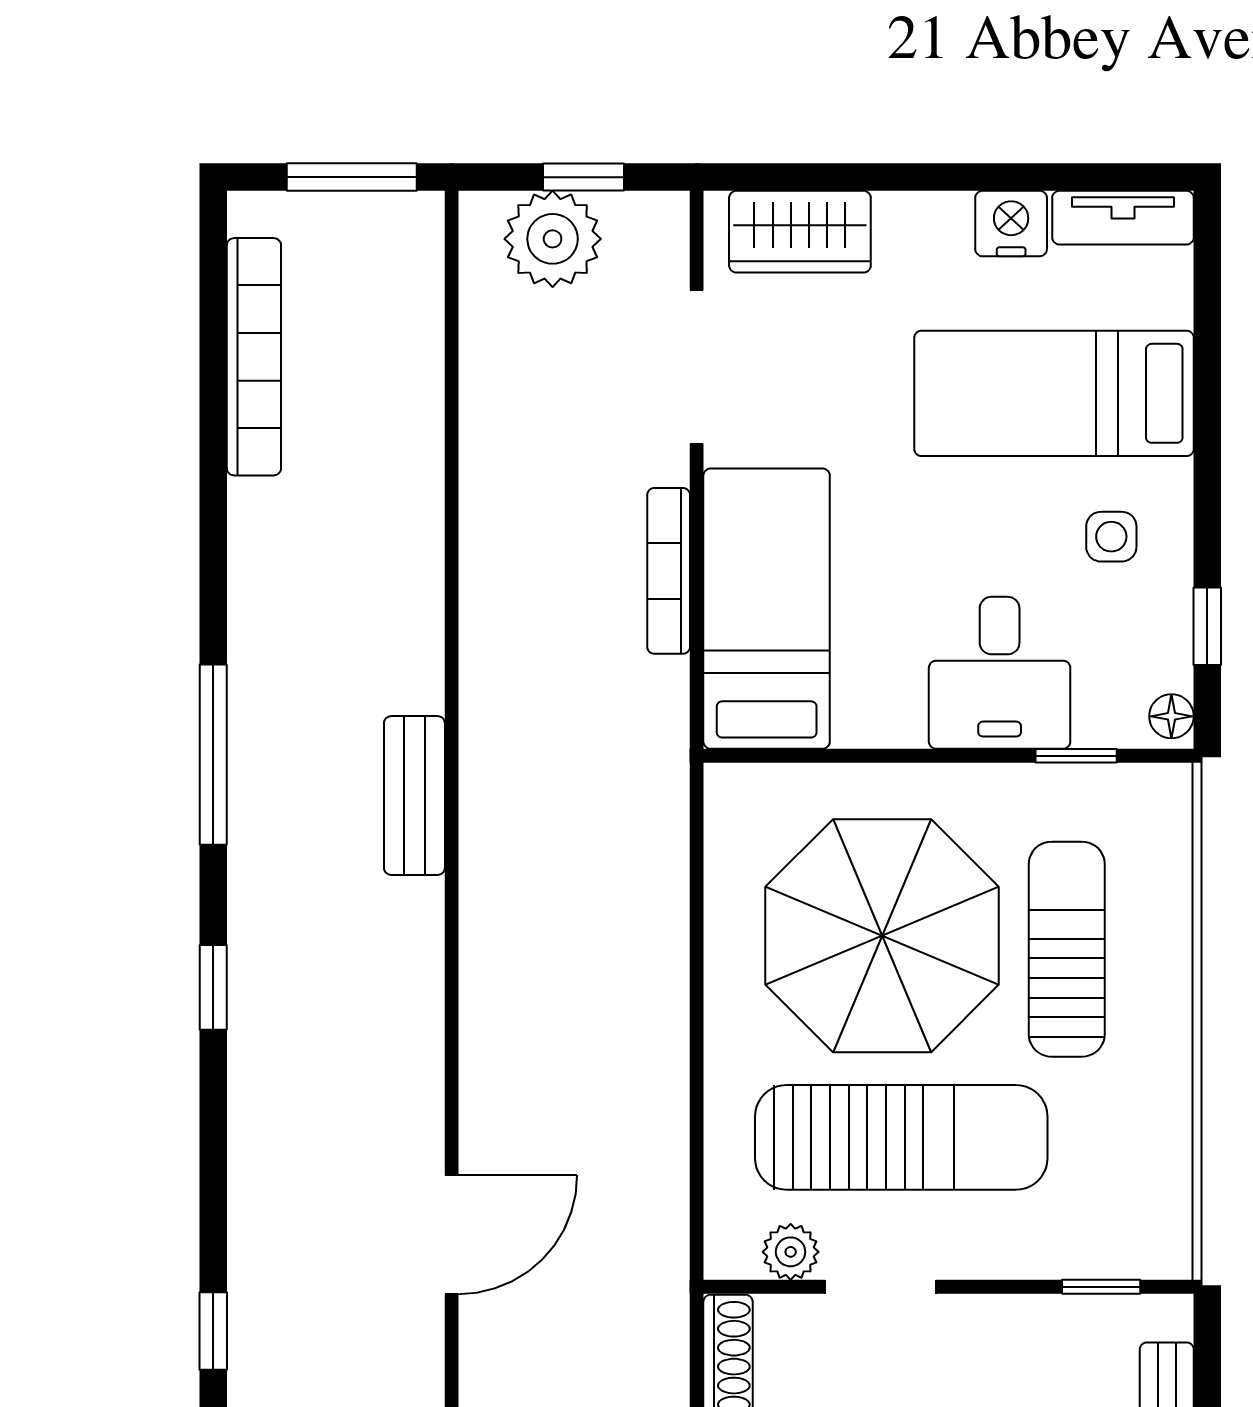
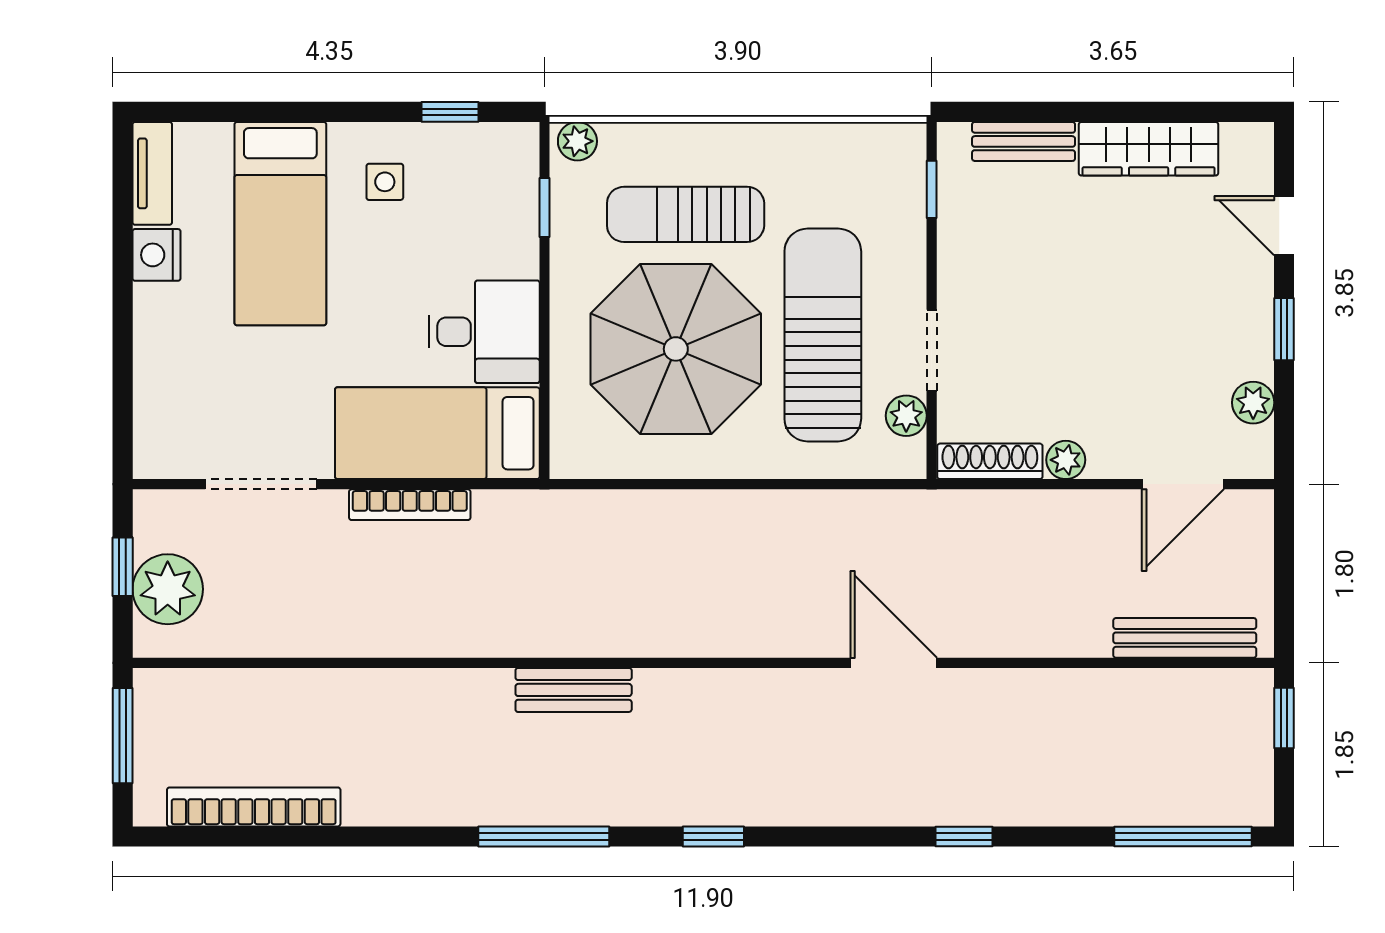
wardrobe: (800, 232) -> (162, 409), removed
desk: (1000, 673) -> (484, 332), moved
floor lamp: (1171, 716) -> (516, 138), removed
plant: (1167, 801) -> (577, 141), added

